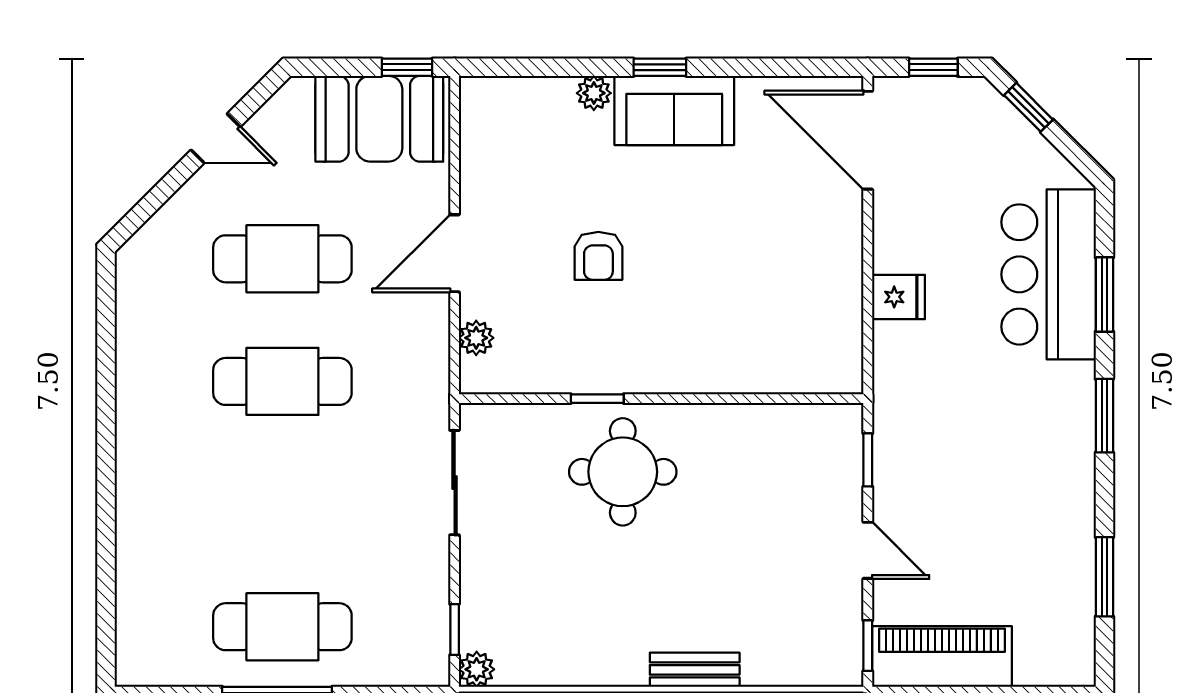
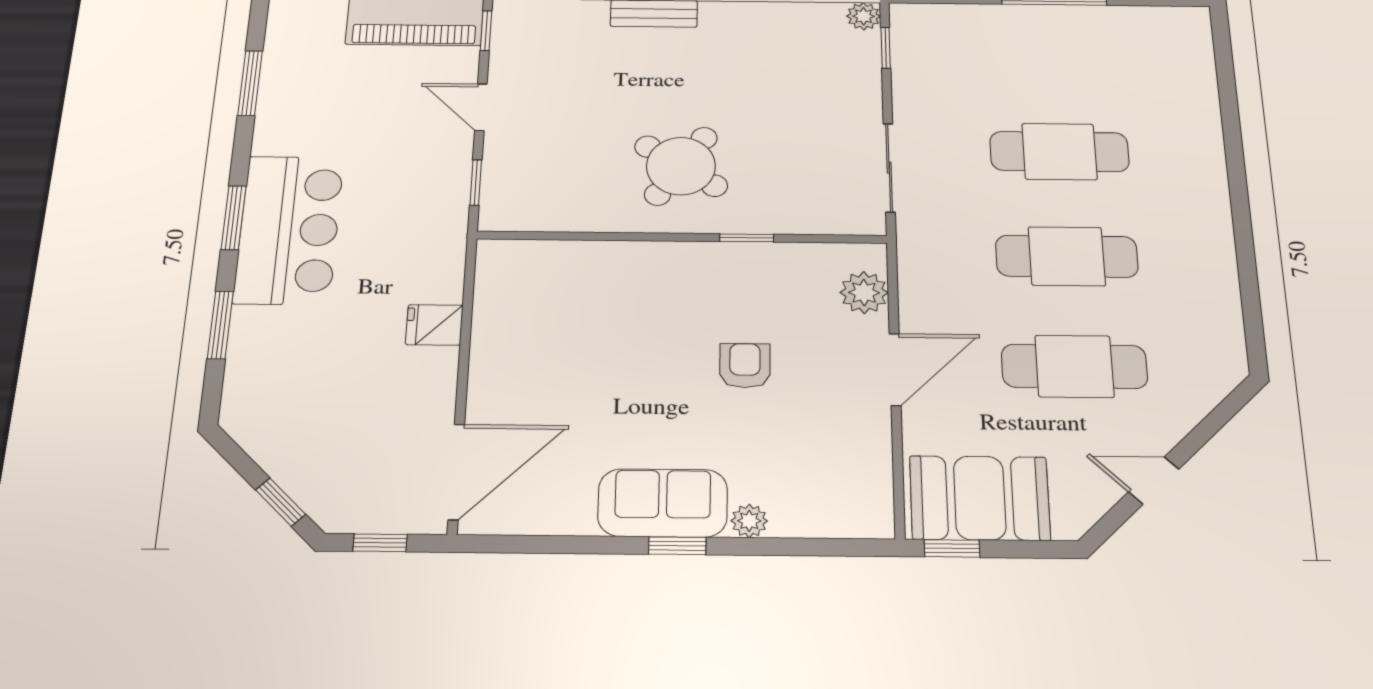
door: (868, 140) -> (456, 472), hinge flipped
bar counter: (1049, 274) -> (289, 230), moved
plant: (476, 338) -> (864, 293), width x1.38, depth x1.38
round table: (623, 472) -> (681, 166), moved, turned 34
cafe table: (282, 627) -> (1059, 152), moved

